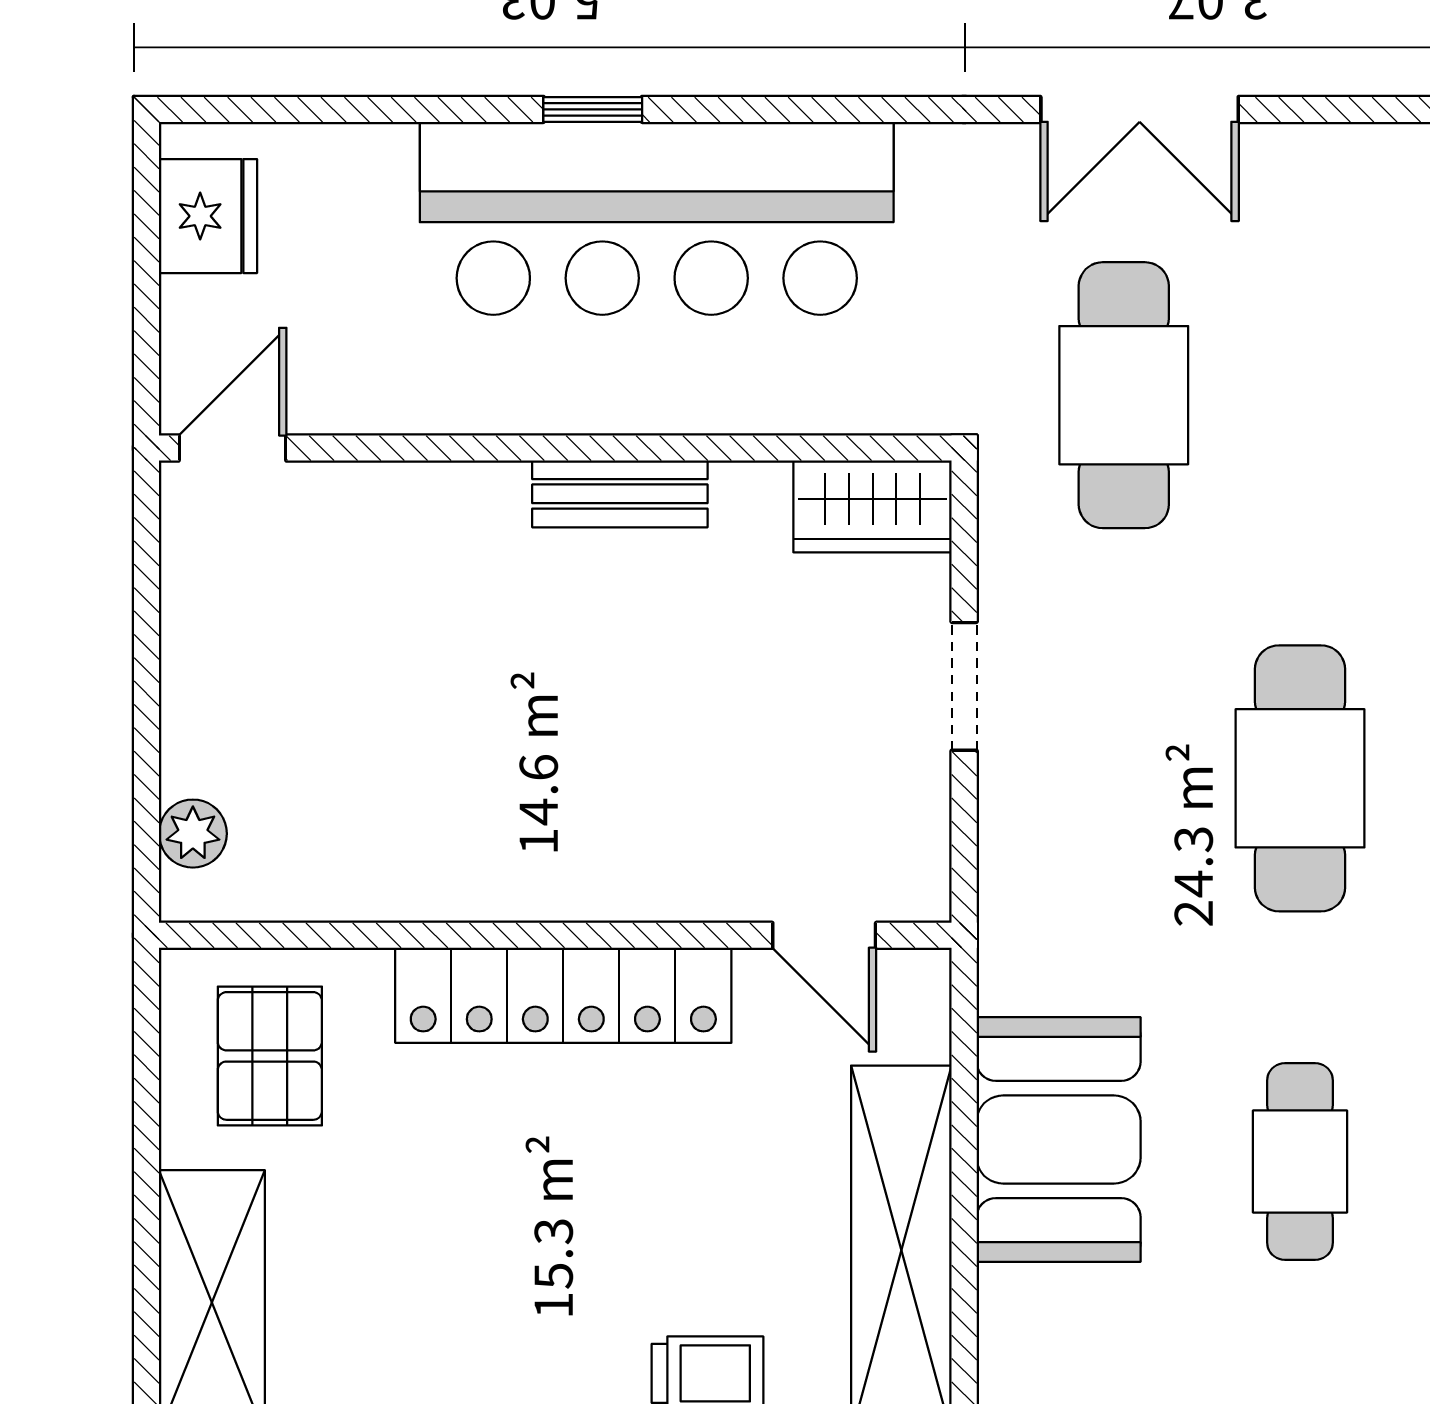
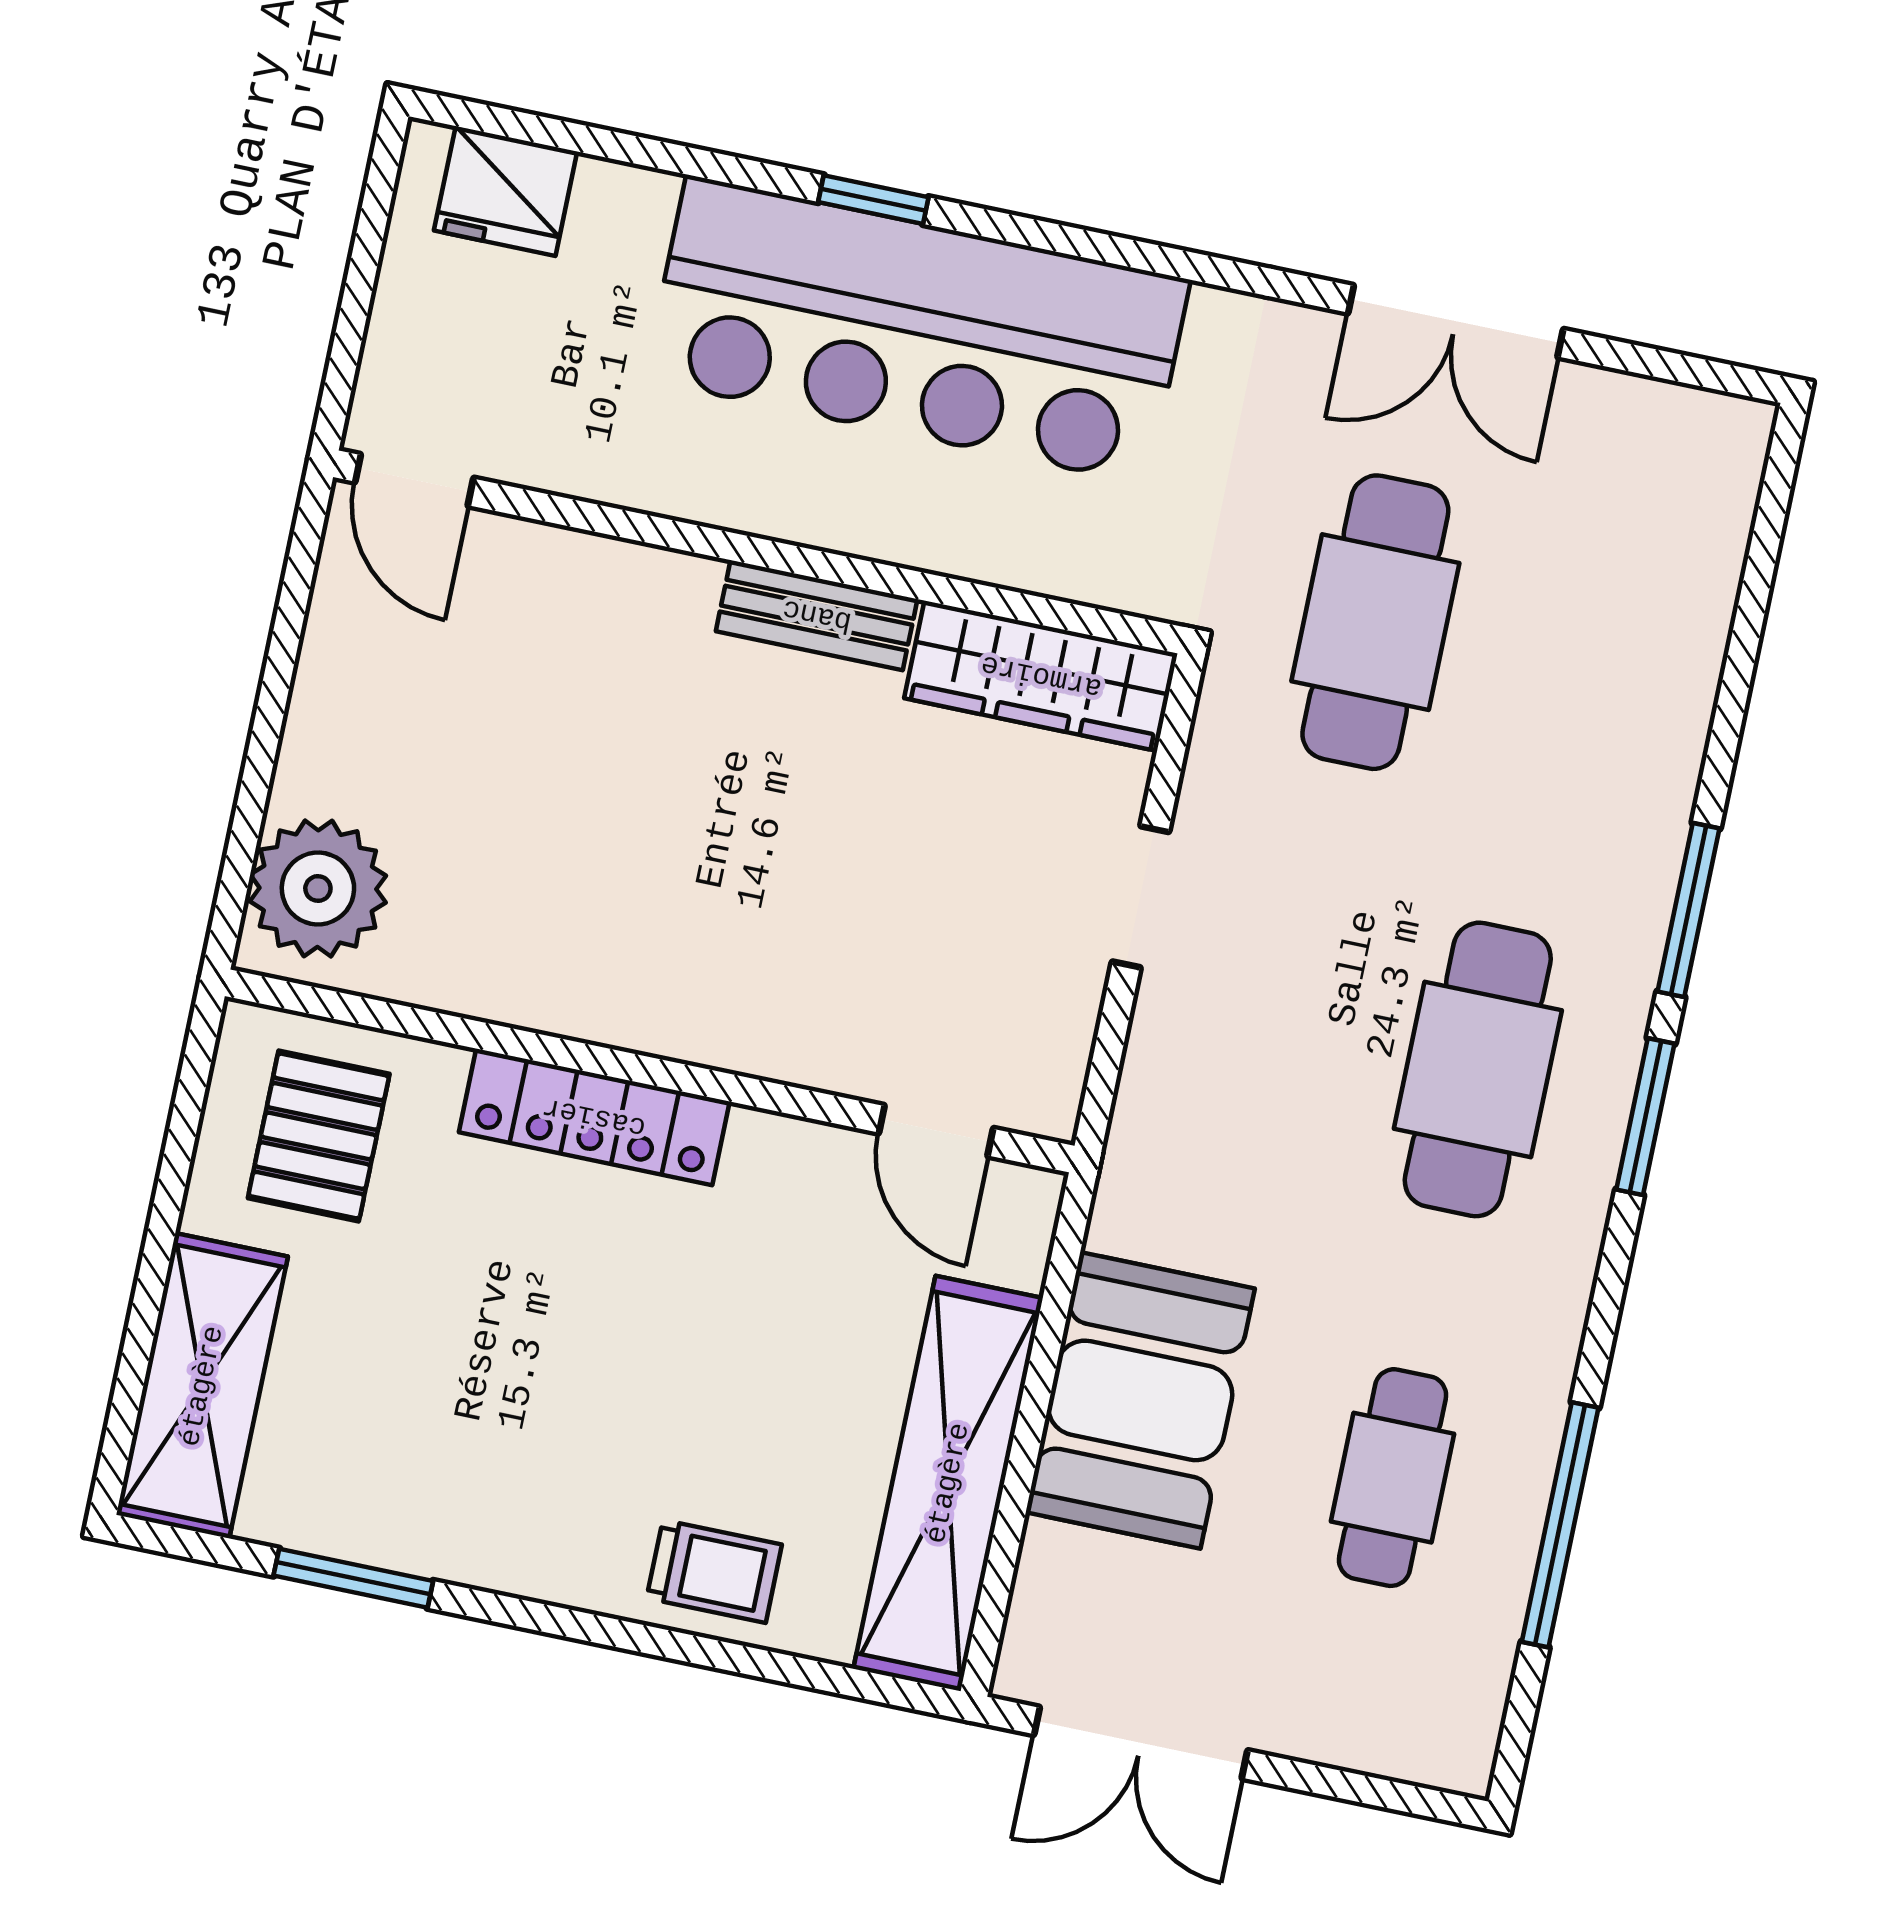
fridge: (208, 216) -> (506, 191), moved, turned 90
door: (233, 448) -> (414, 480), swing flipped
wardrobe: (873, 506) -> (1041, 676), width x1.50
plant: (193, 834) -> (318, 889), width x1.87, depth x1.87
locker: (563, 995) -> (594, 1117), width x0.71, depth x0.83

